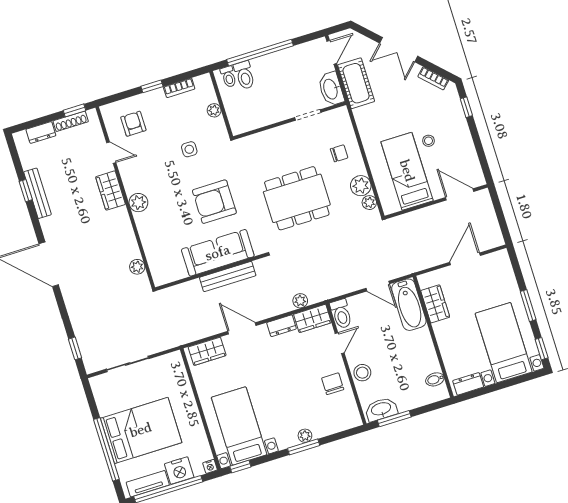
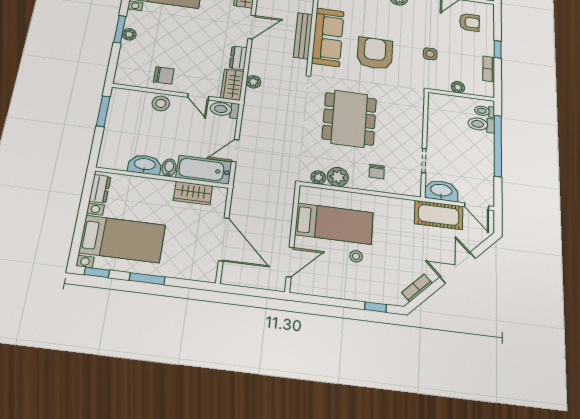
door: (465, 259) -> (224, 239), width x1.36
bidet: (435, 379) -> (169, 168), moved
washbasin: (381, 409) -> (145, 165), moved, turned -90

